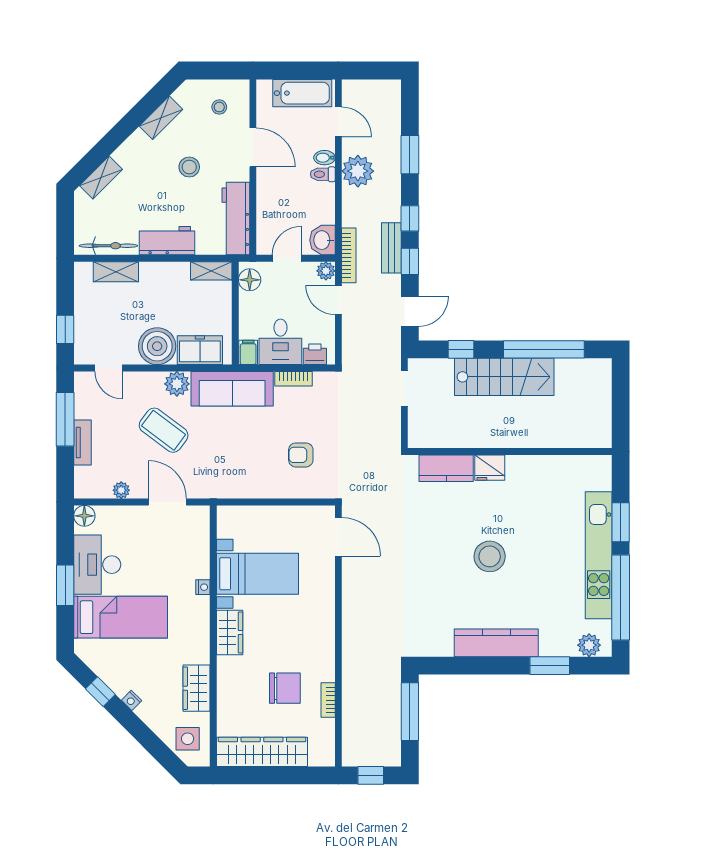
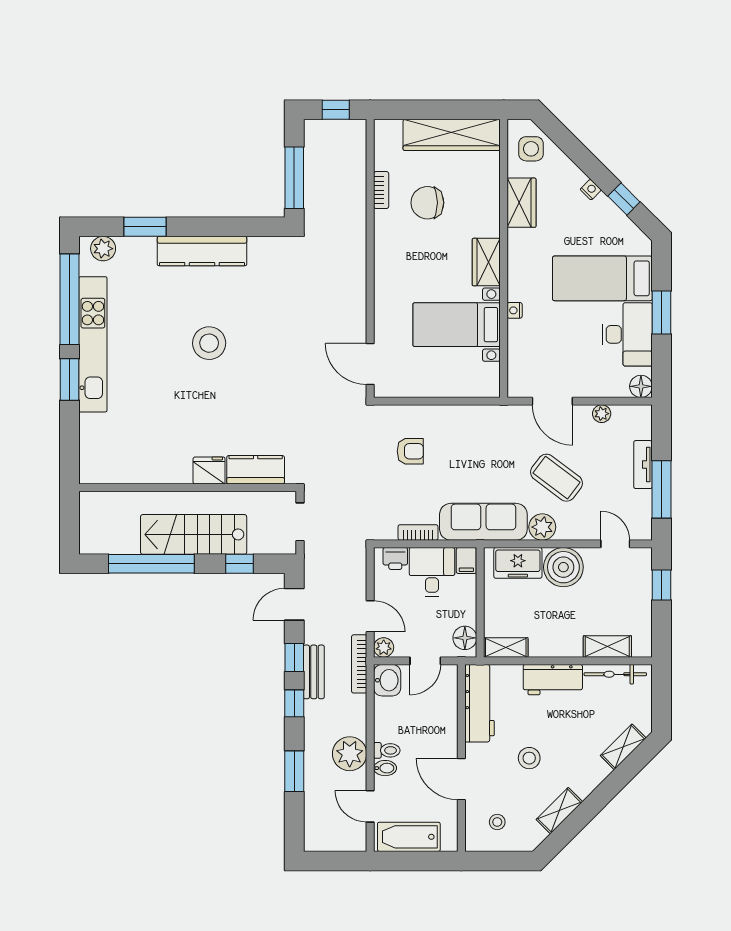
wall: (510, 451) -> (188, 488), moved
kitchen counter: (446, 468) -> (256, 470), moved
fridge: (490, 468) -> (209, 471), moved

